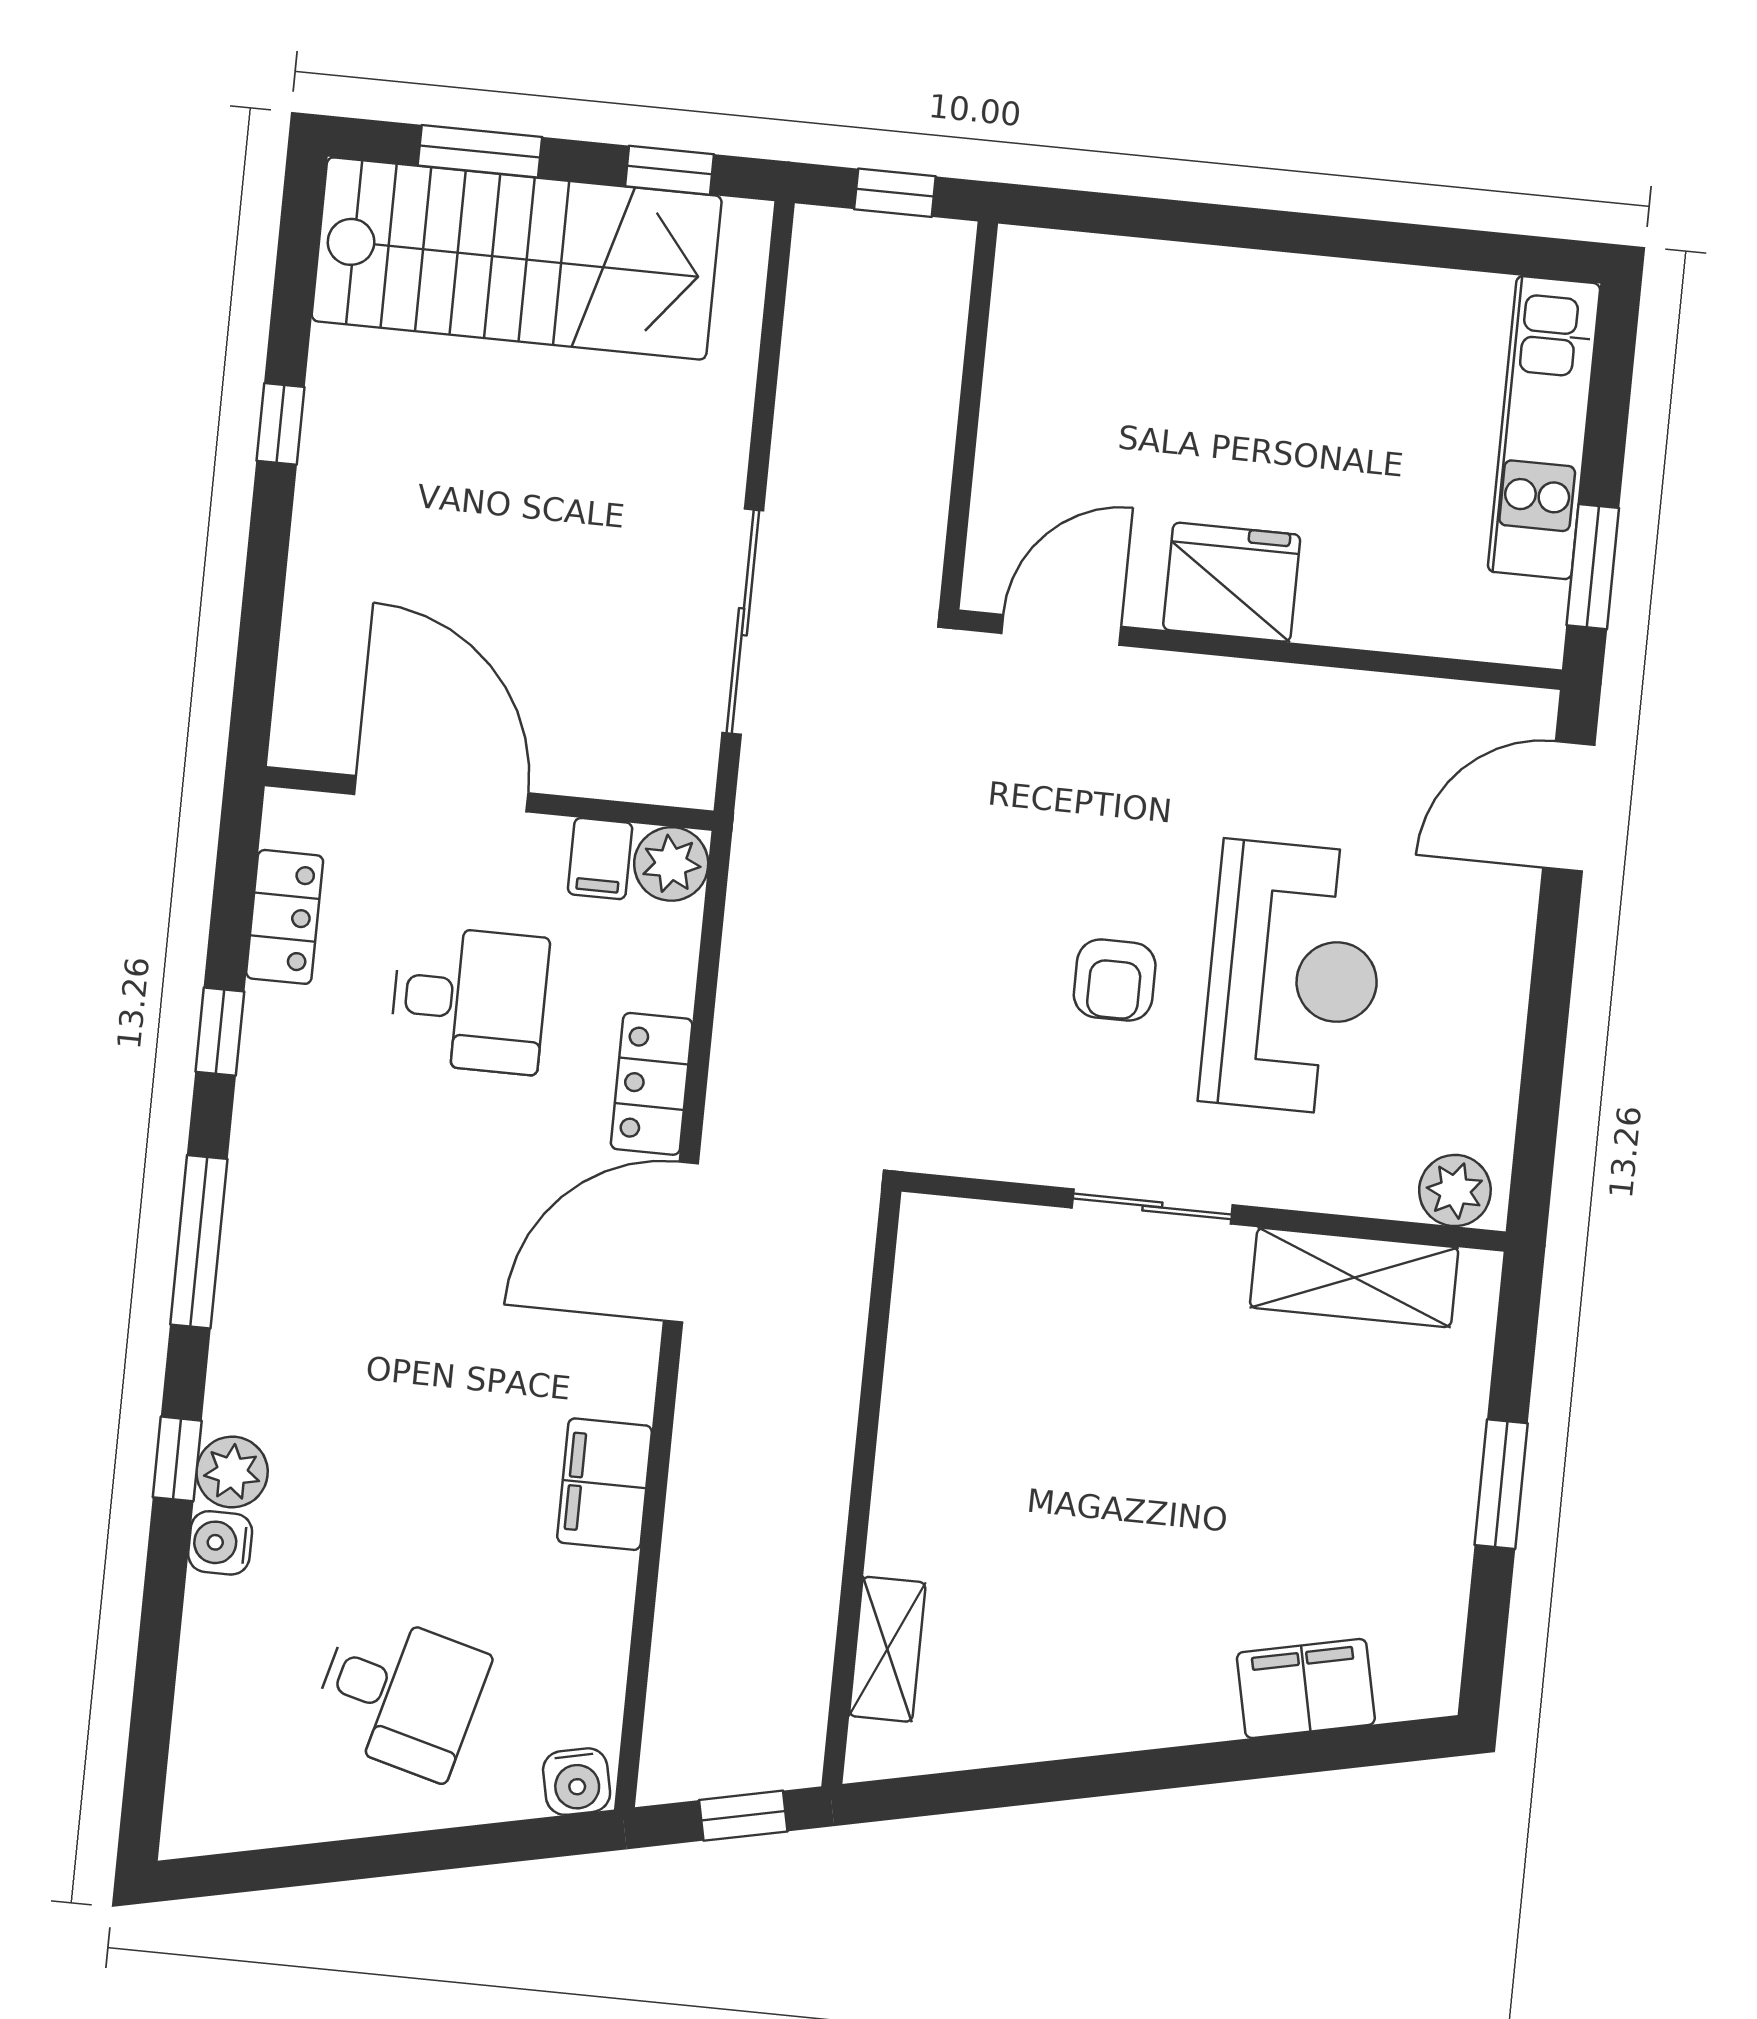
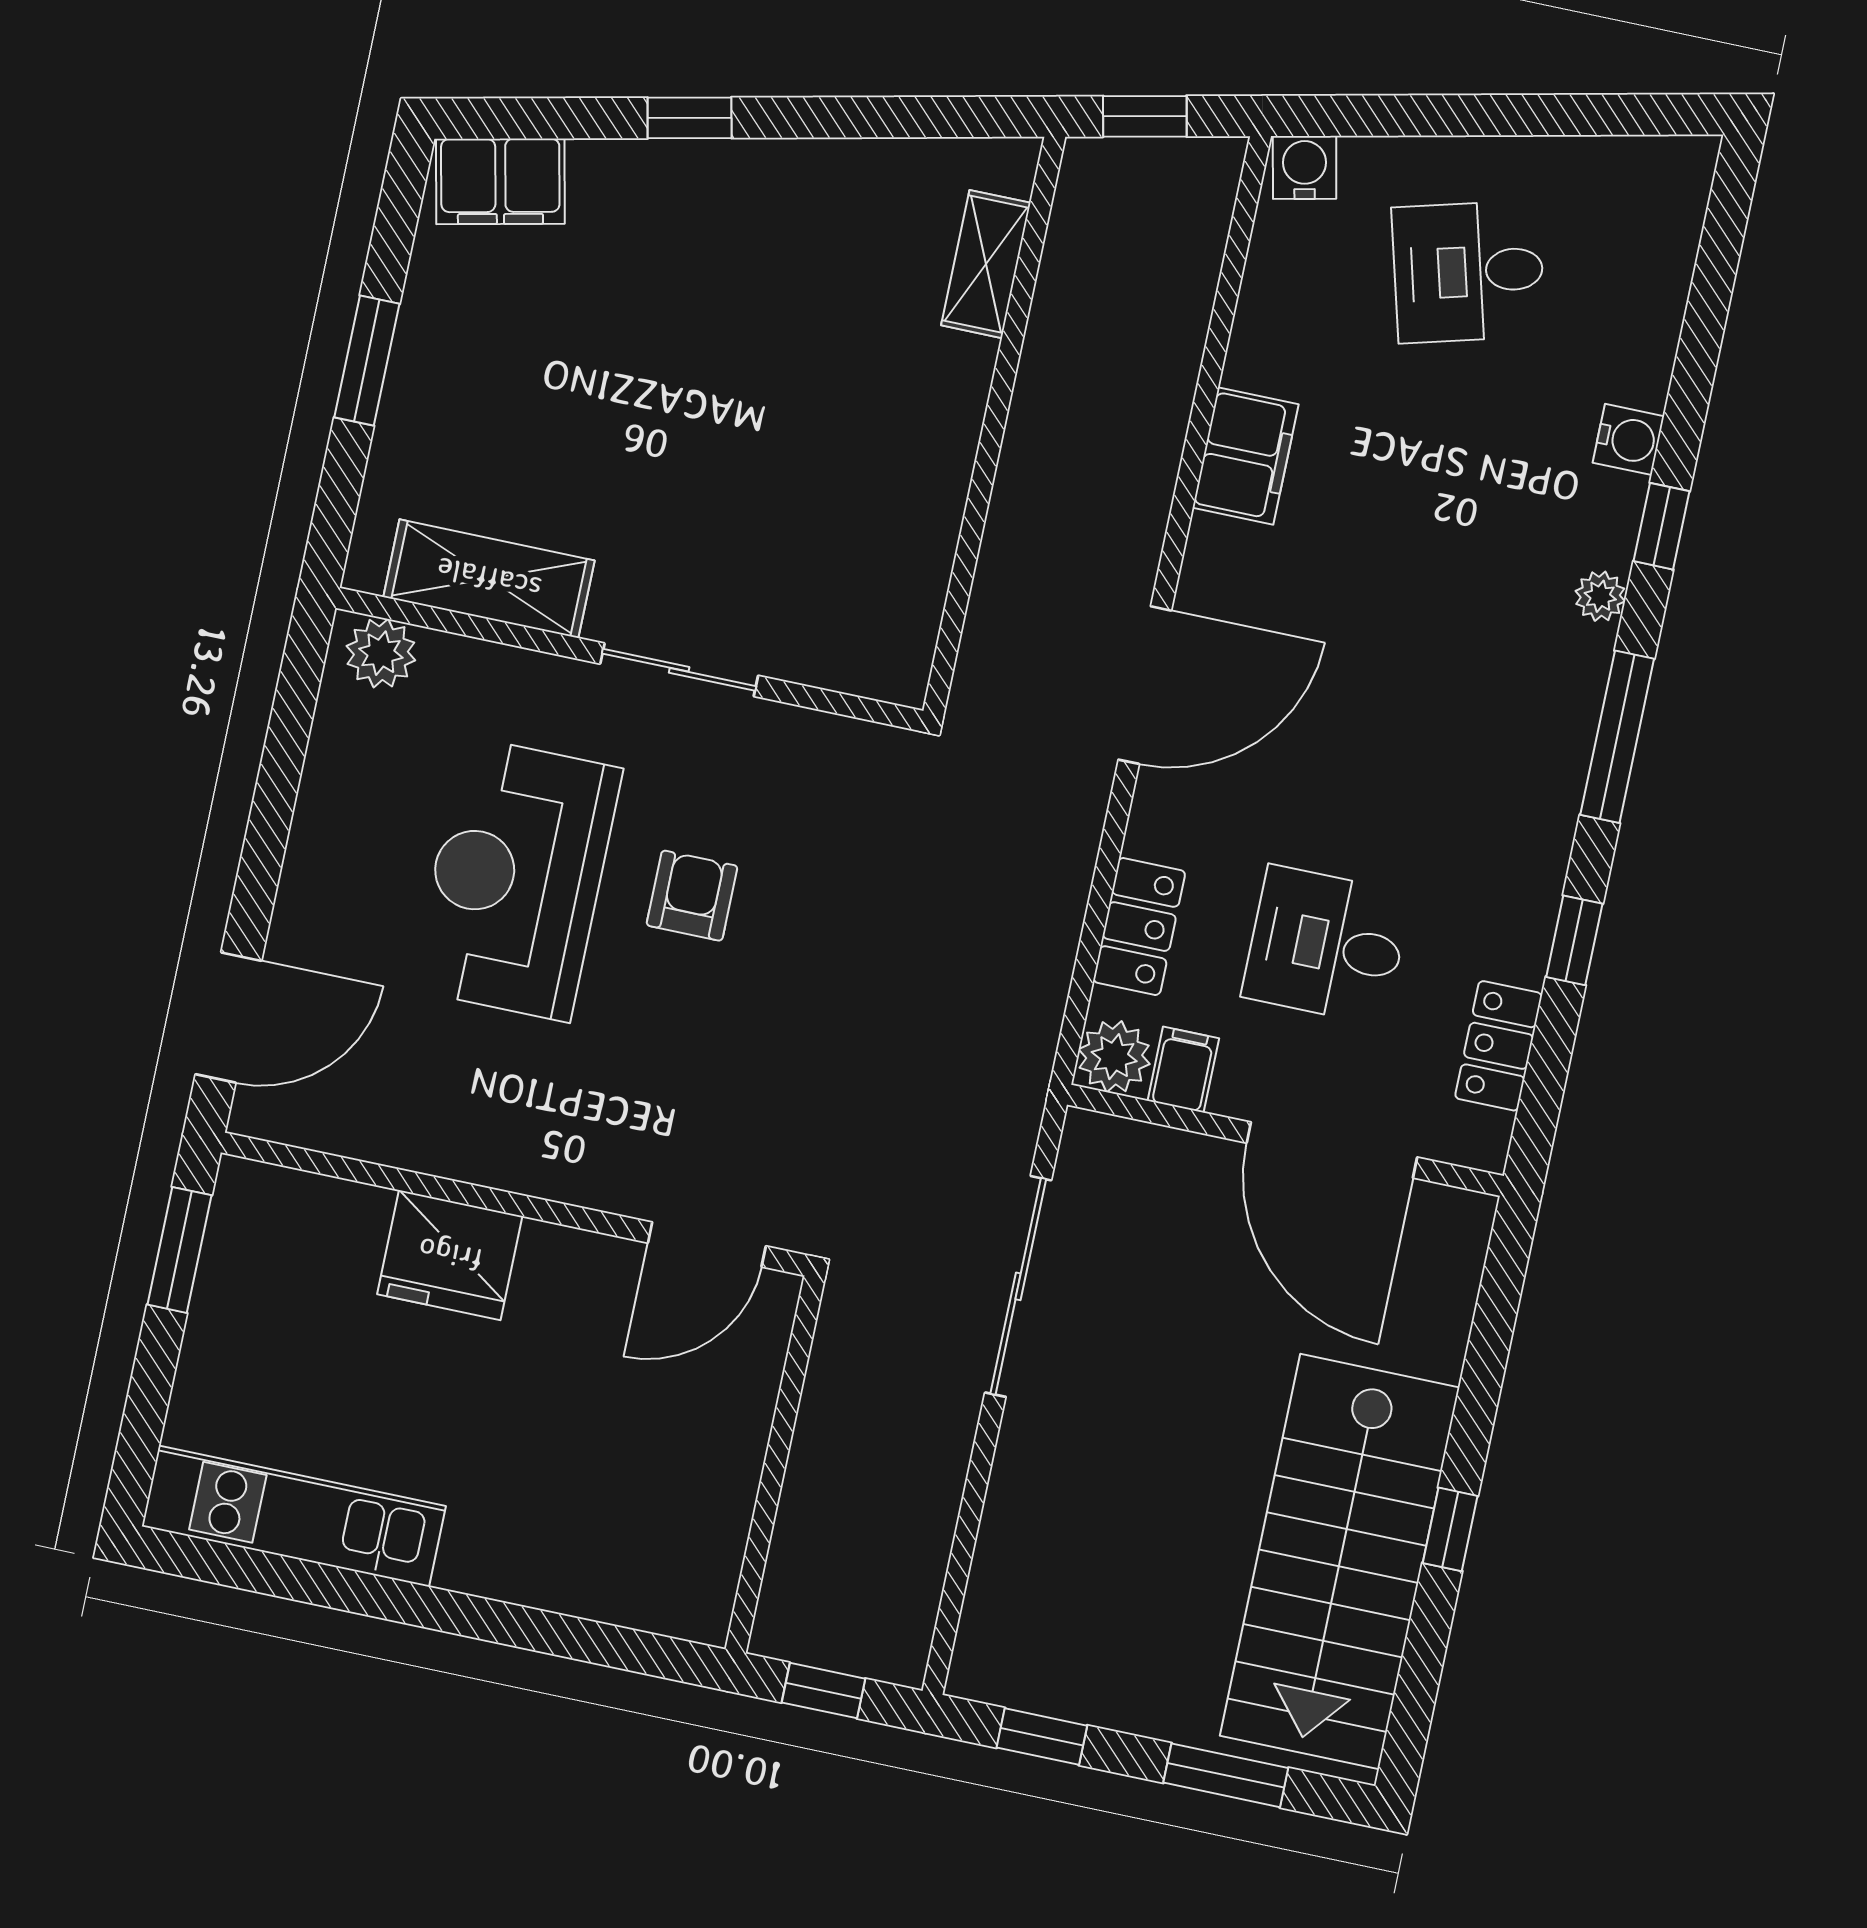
stairs: (517, 258) -> (1340, 1562), moved, turned -90
kitchen unit: (1544, 428) -> (294, 1516), moved, turned -90
fridge: (1232, 582) -> (450, 1255), moved
locker: (652, 1084) -> (1139, 927), moved
plant: (232, 1472) -> (1600, 596), moved, width x0.73, depth x0.73
filing cabinet: (1306, 1689) -> (500, 181), moved
desk: (400, 1694) -> (1468, 272), turned -30
window: (1202, 1764) -> (690, 118), added

